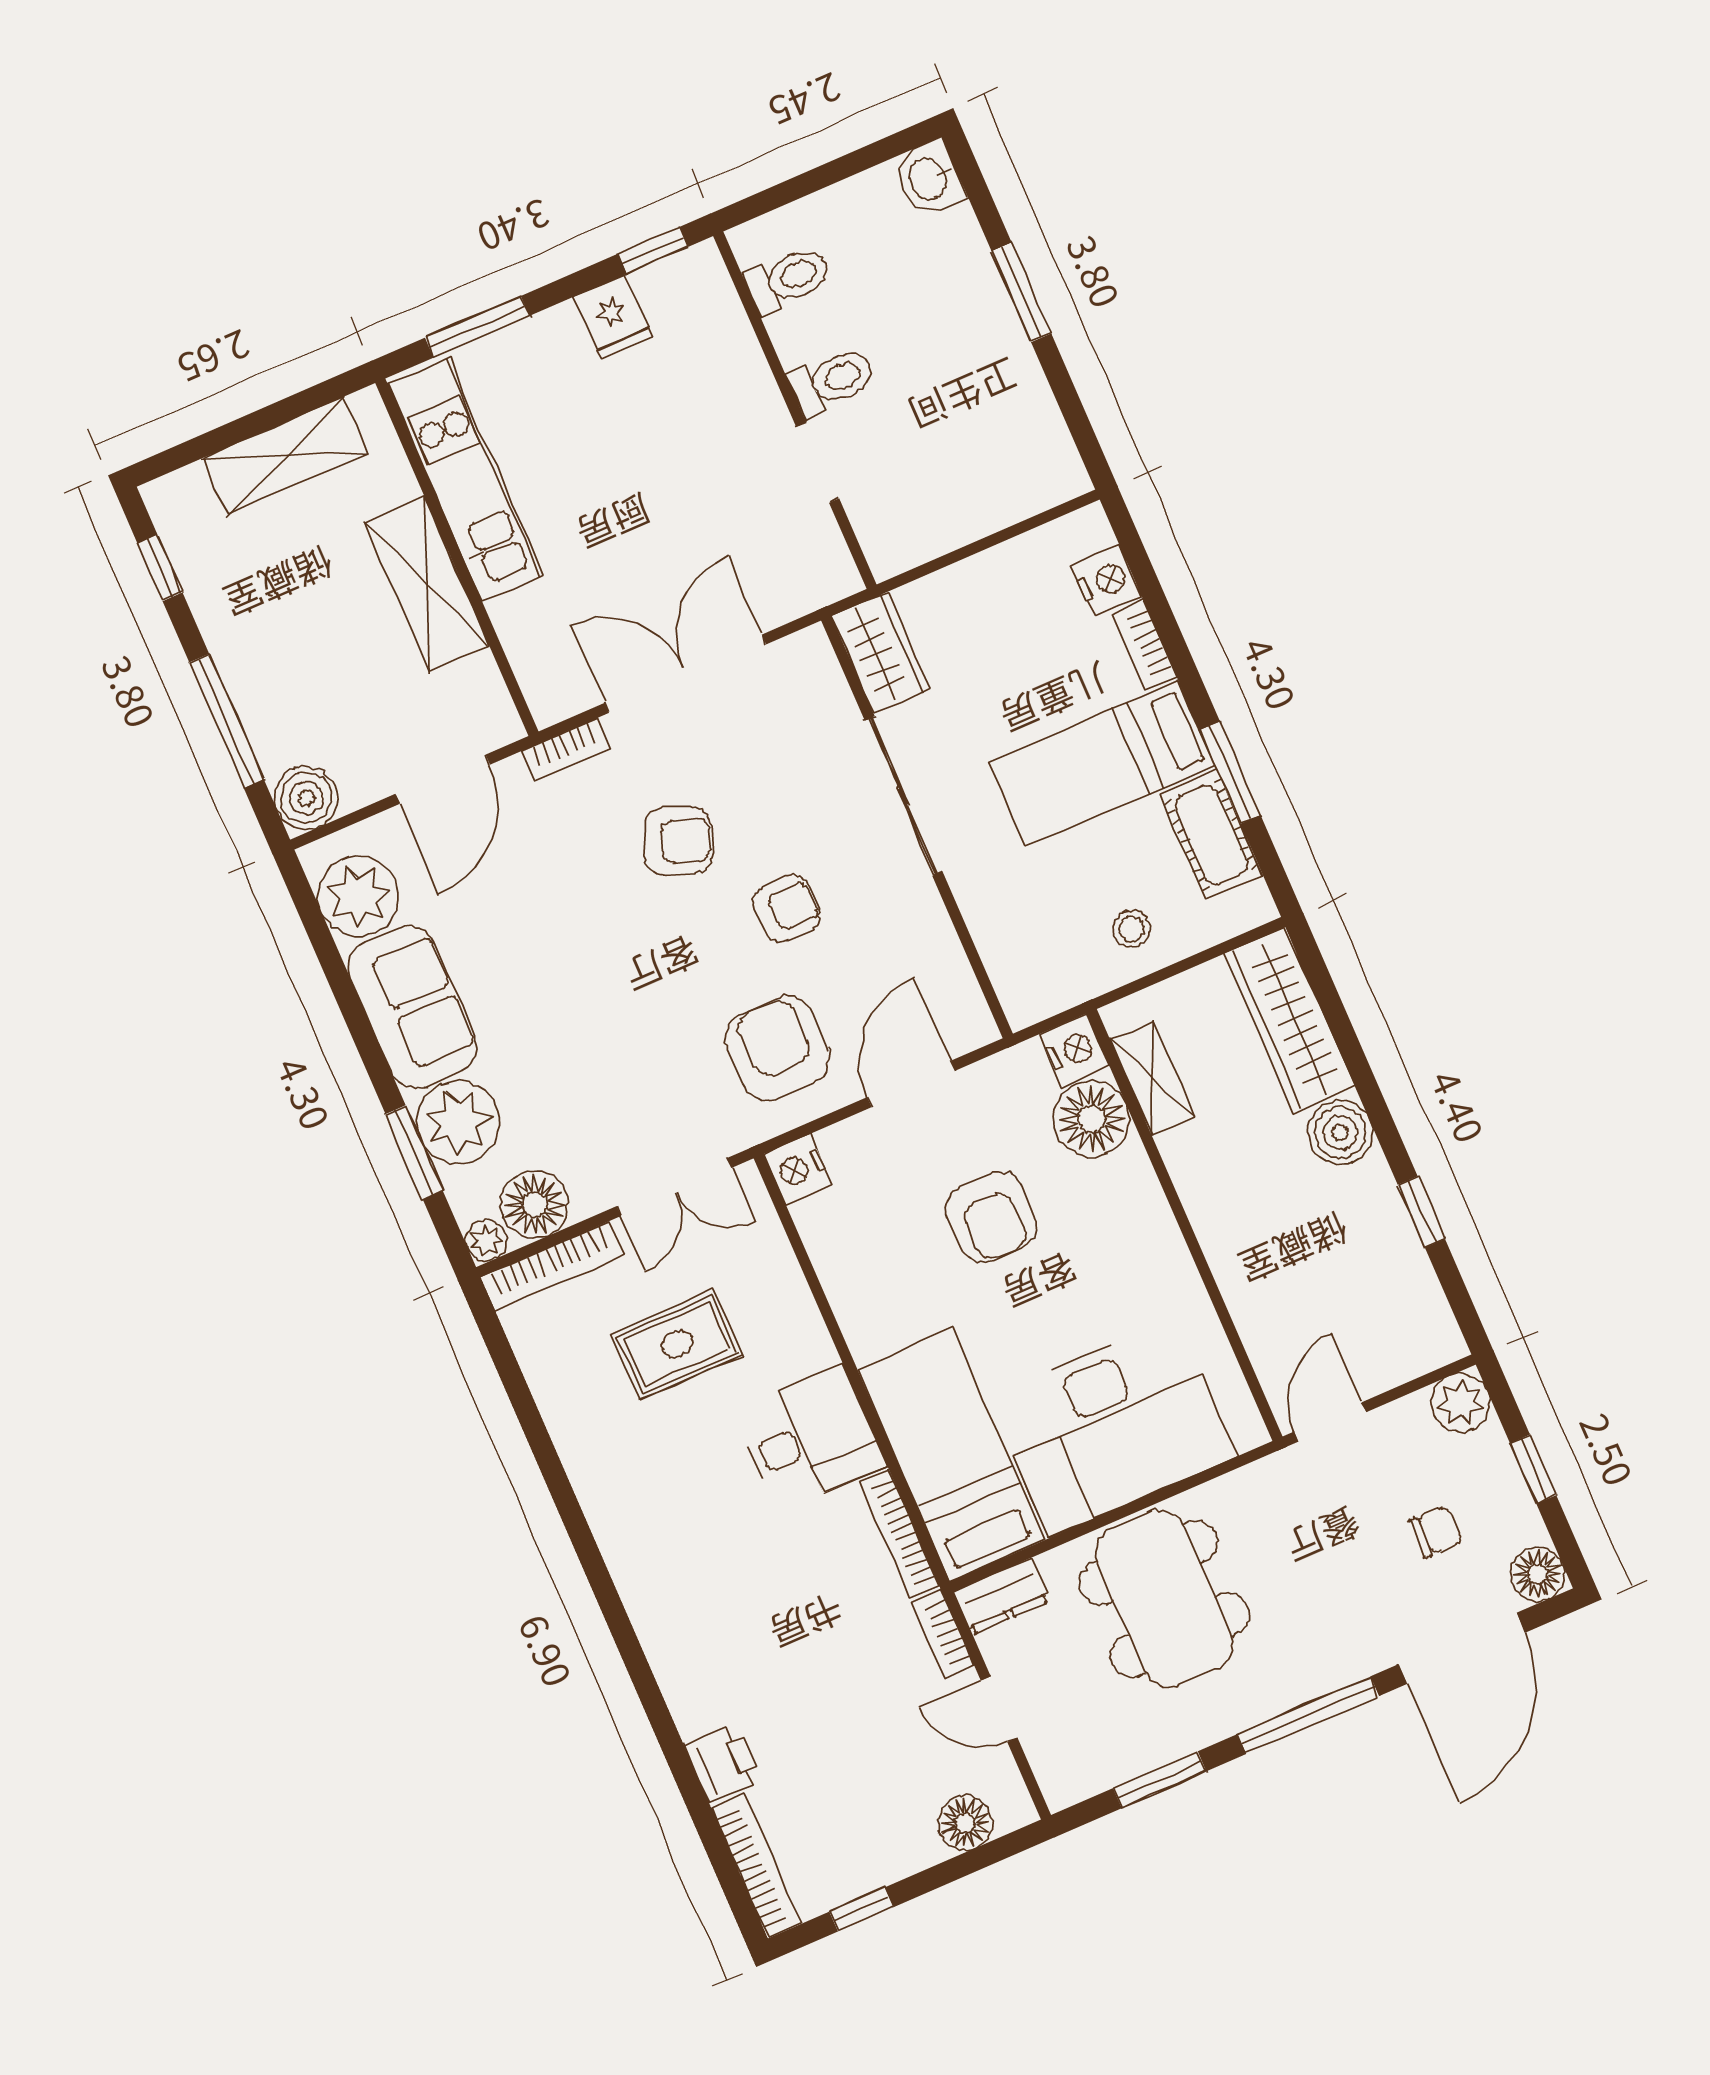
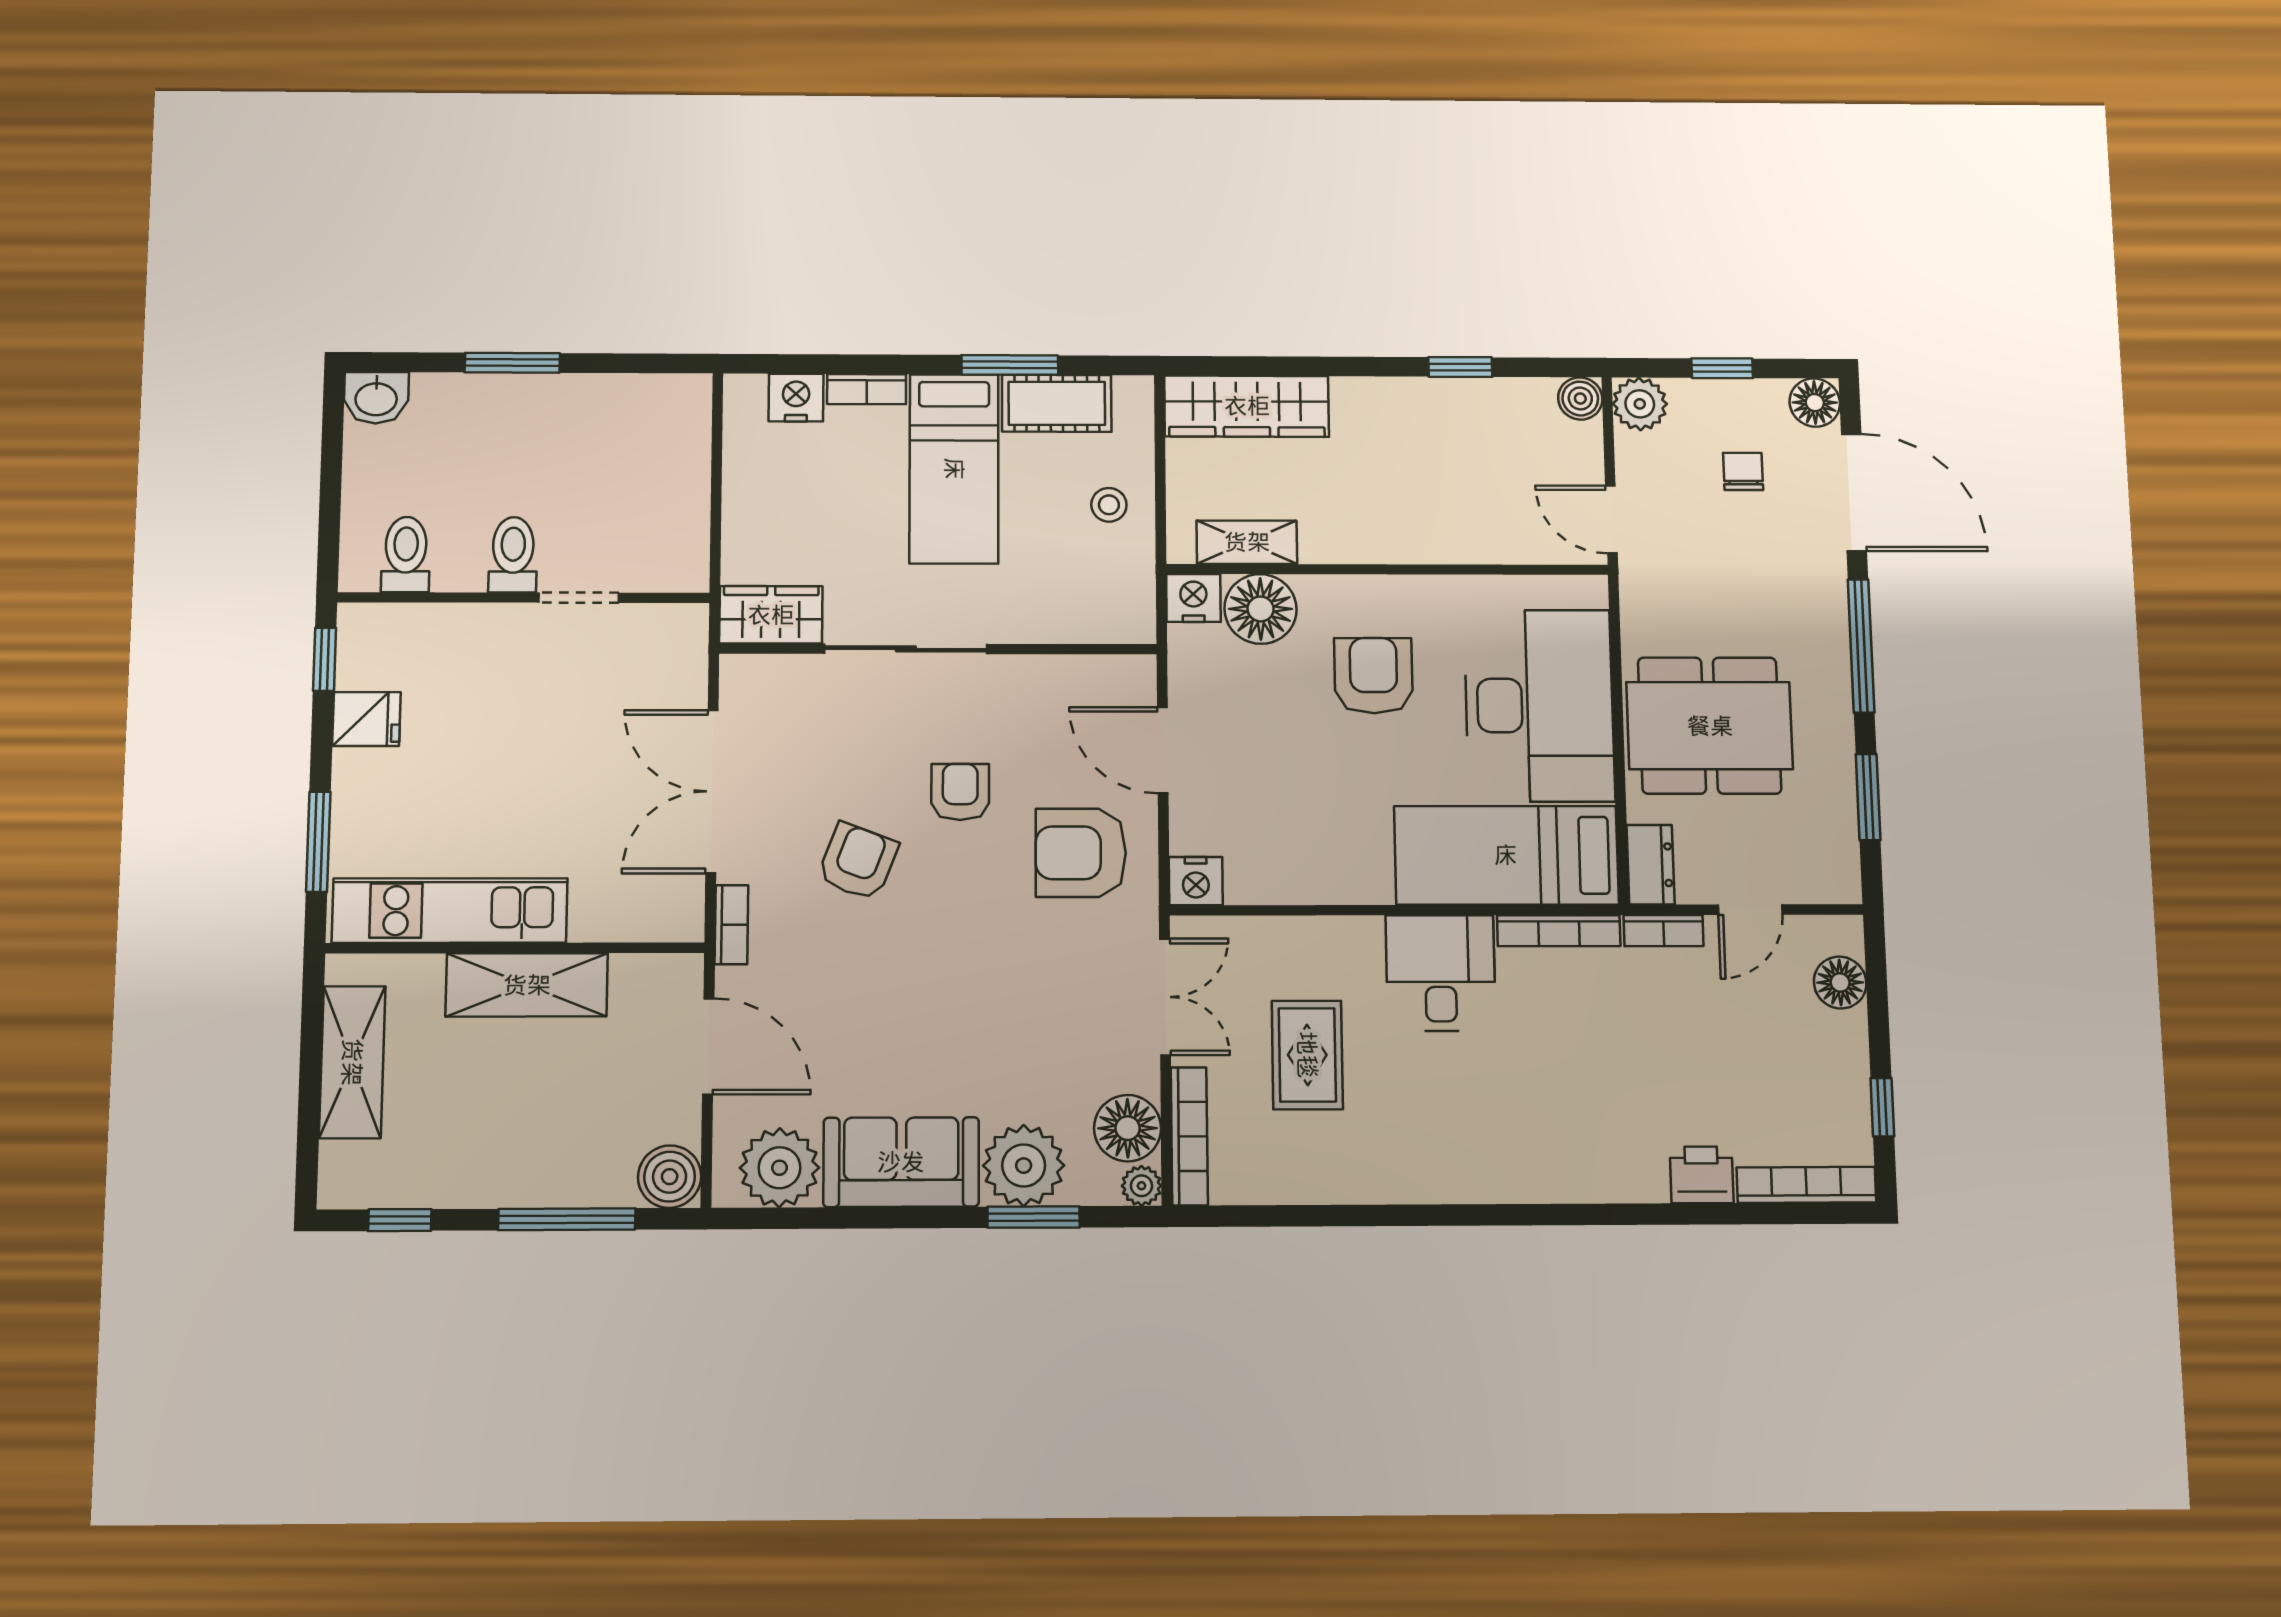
boiler: (1340, 1133) -> (1580, 399), moved, width x0.73, depth x0.73
armchair: (991, 1217) -> (1373, 676), moved, turned -90

